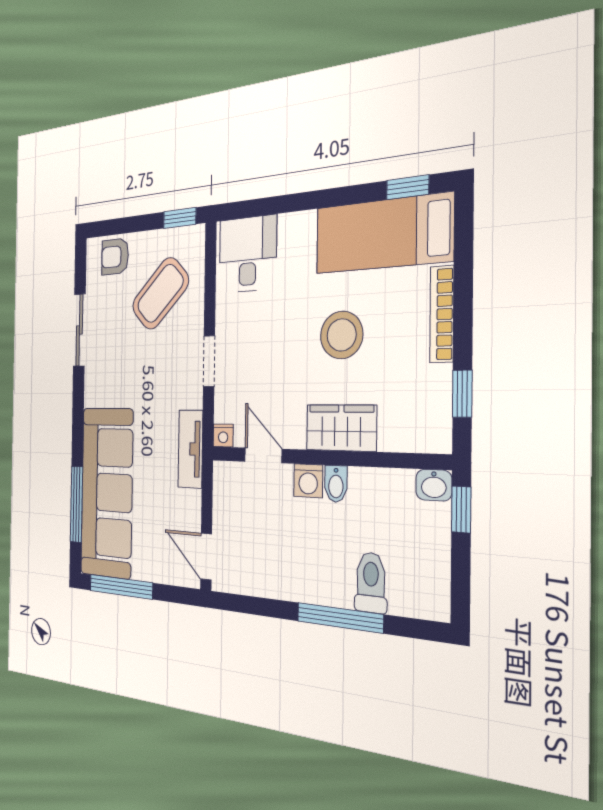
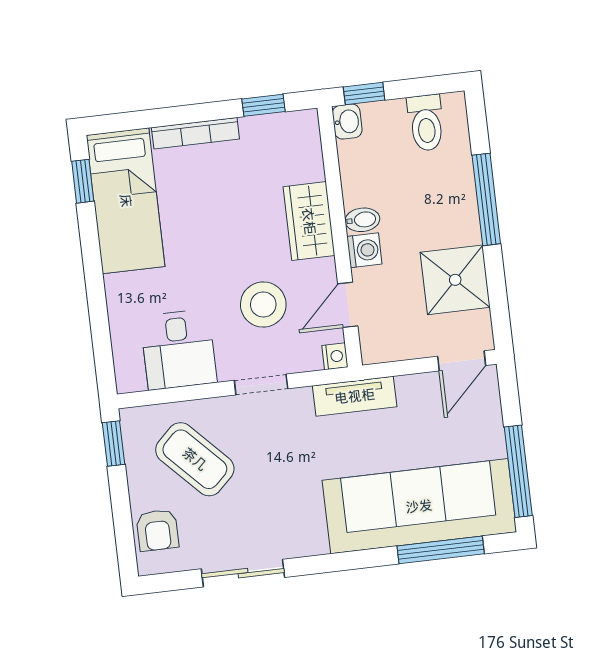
desk: (248, 254) -> (179, 349), moved, turned -90
stool: (342, 335) -> (263, 304), moved
shower: (272, 567) -> (455, 280), added
toilet: (371, 583) -> (426, 123), moved, turned -90

